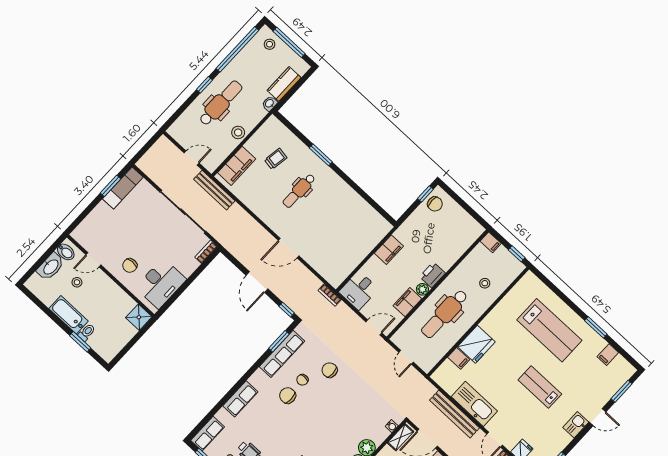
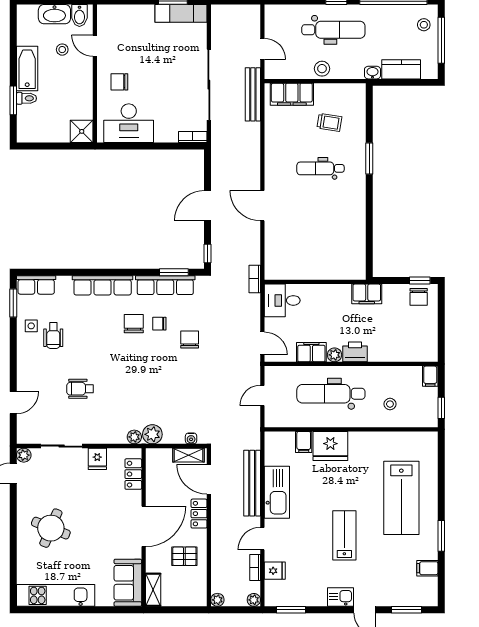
filing cabinet: (389, 250) -> (367, 294), moved
row of seats: (240, 399) -> (103, 285), width x1.48

